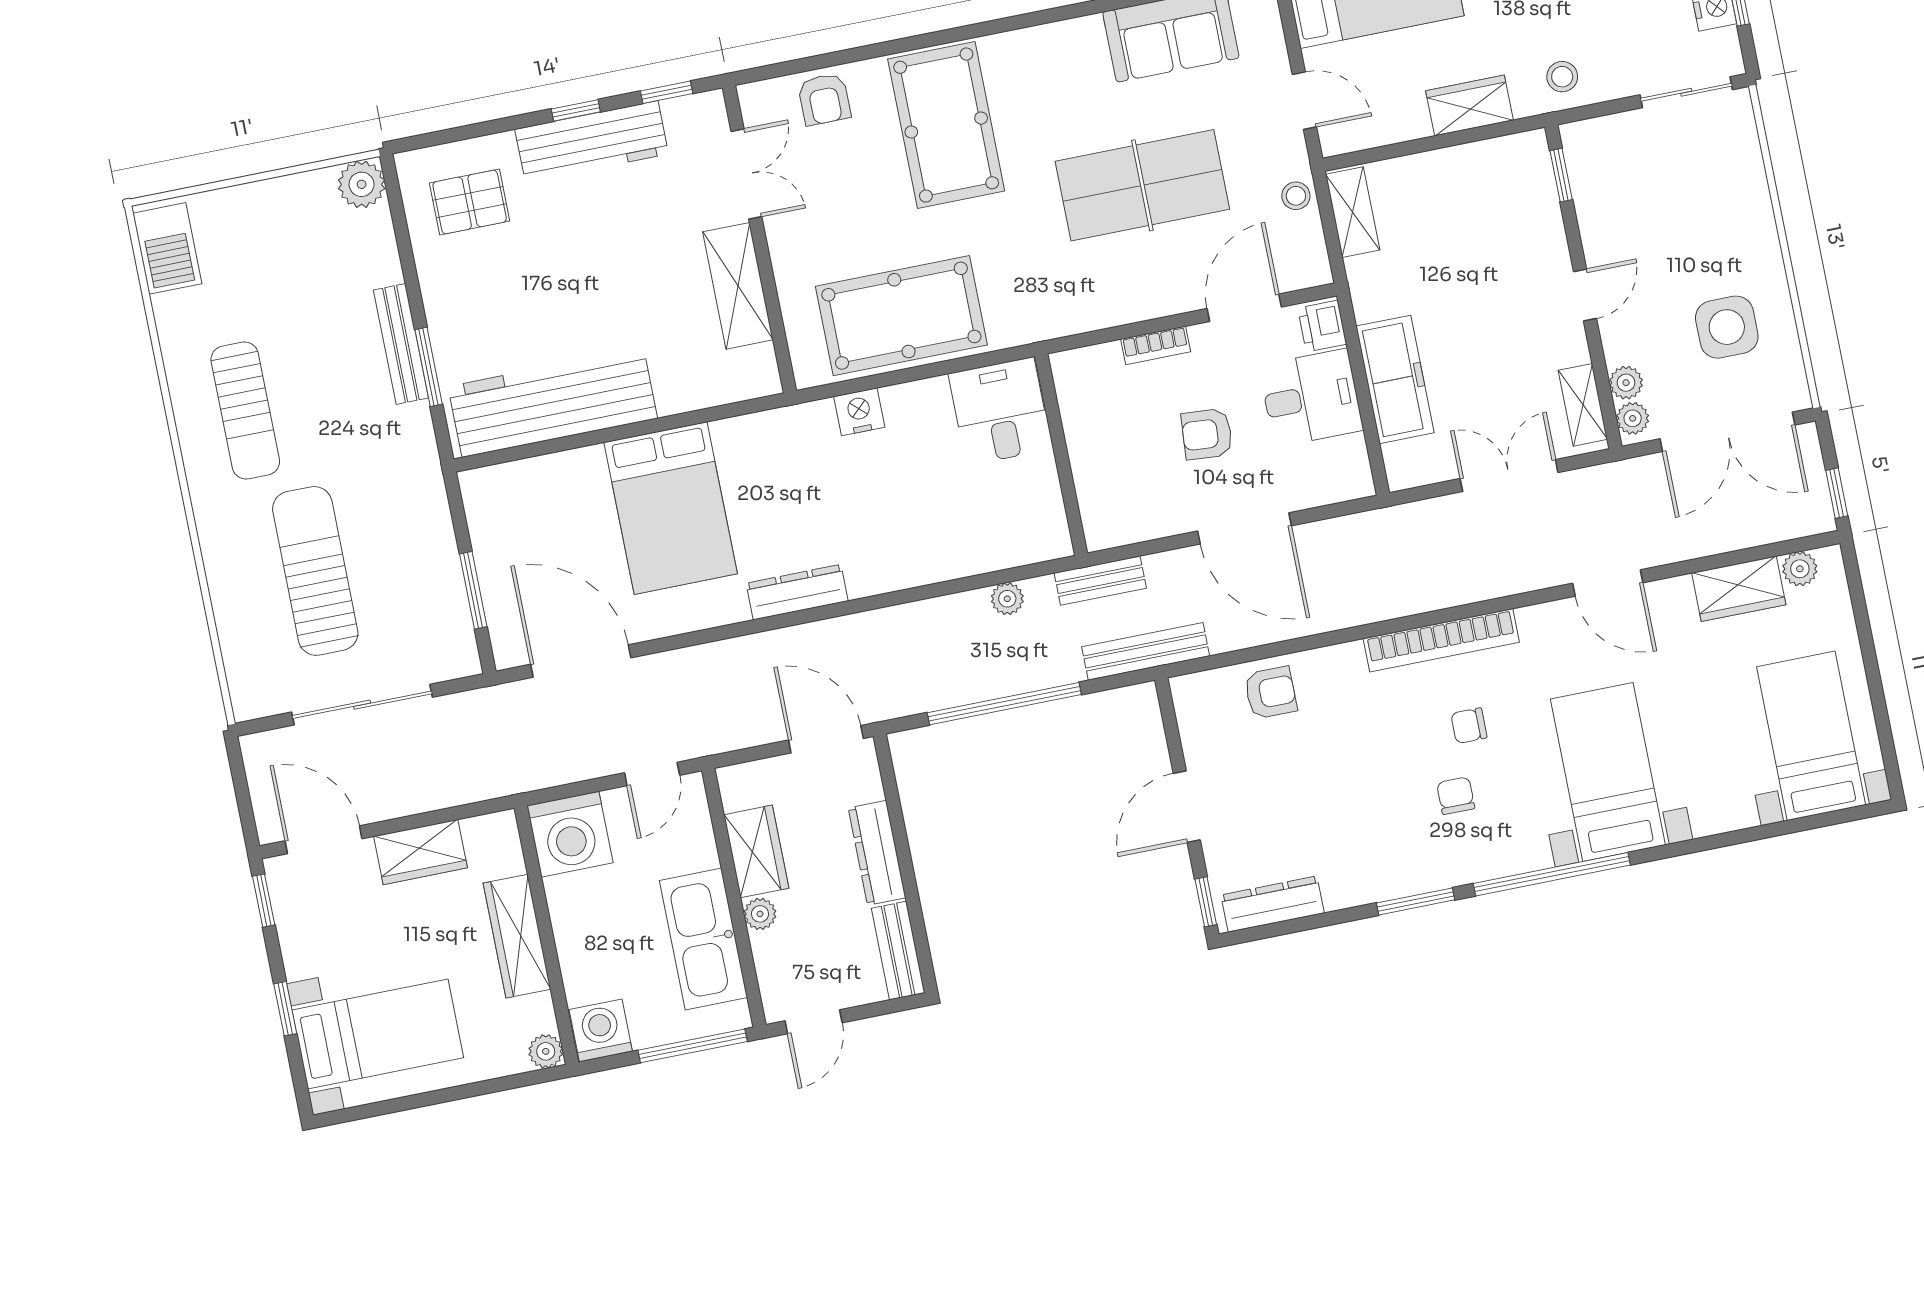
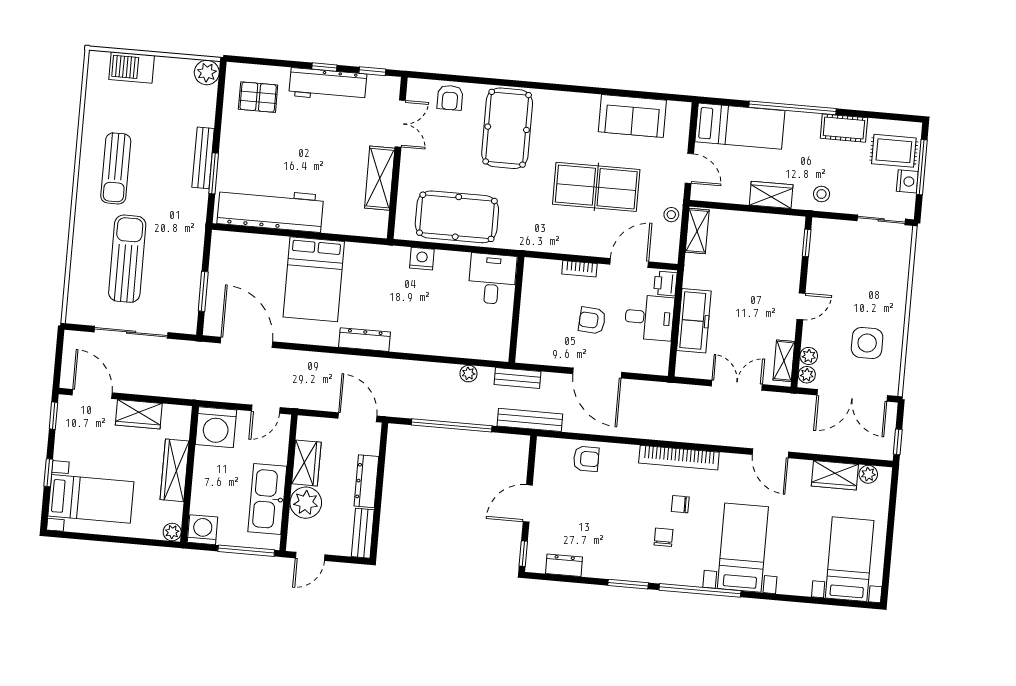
barbecue: (167, 248) -> (132, 67), moved, turned 90
dresser: (1273, 904) -> (564, 565), width x0.70
plant: (760, 914) -> (306, 503), width x1.87, depth x1.87

